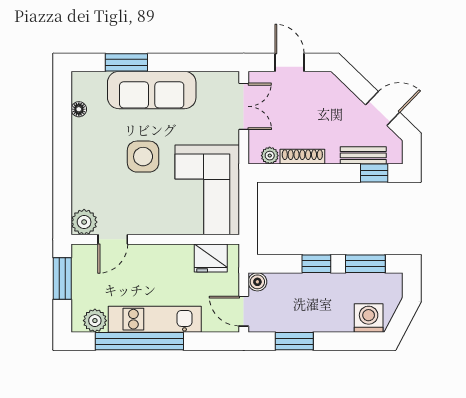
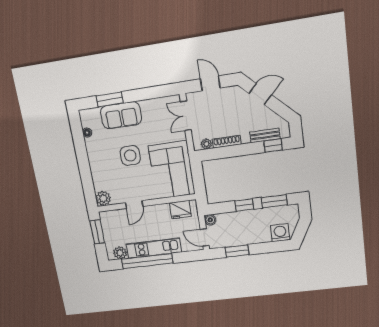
sofa: (152, 90) -> (121, 115), width x0.73
double door: (244, 106) -> (186, 116), swing flipped
door: (383, 108) -> (260, 94), moved
door: (113, 239) -> (134, 205), moved

